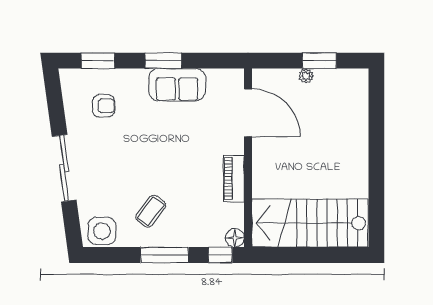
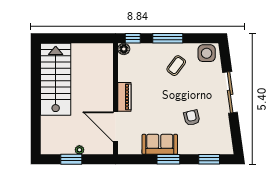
armchair: (104, 106) -> (192, 118), moved, turned 77
piano: (234, 179) -> (124, 97), moved
stairs: (310, 223) -> (56, 79), moved, turned -90

